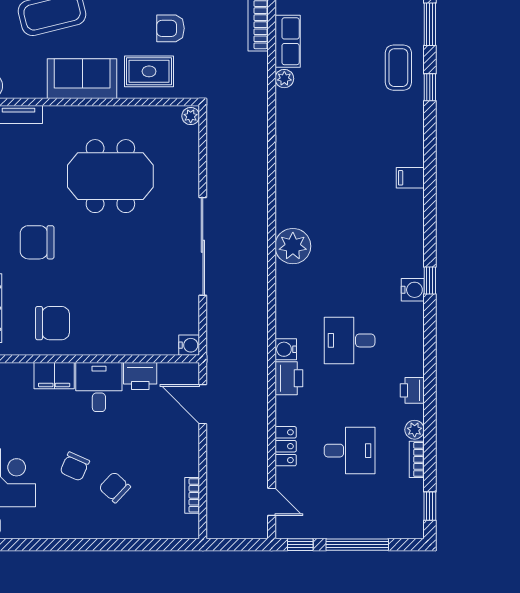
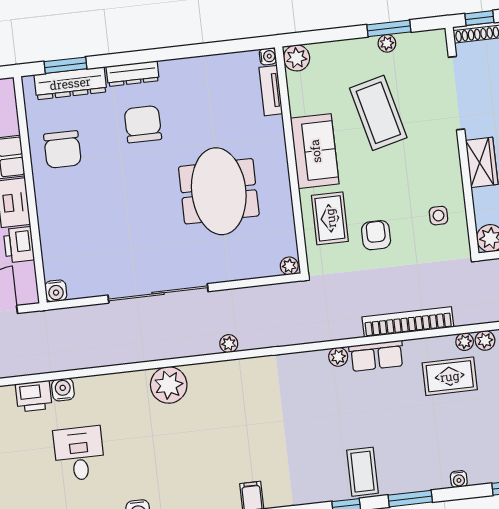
coffee table: (398, 68) -> (363, 472), turned 90
plant: (259, 183) -> (229, 344), added

